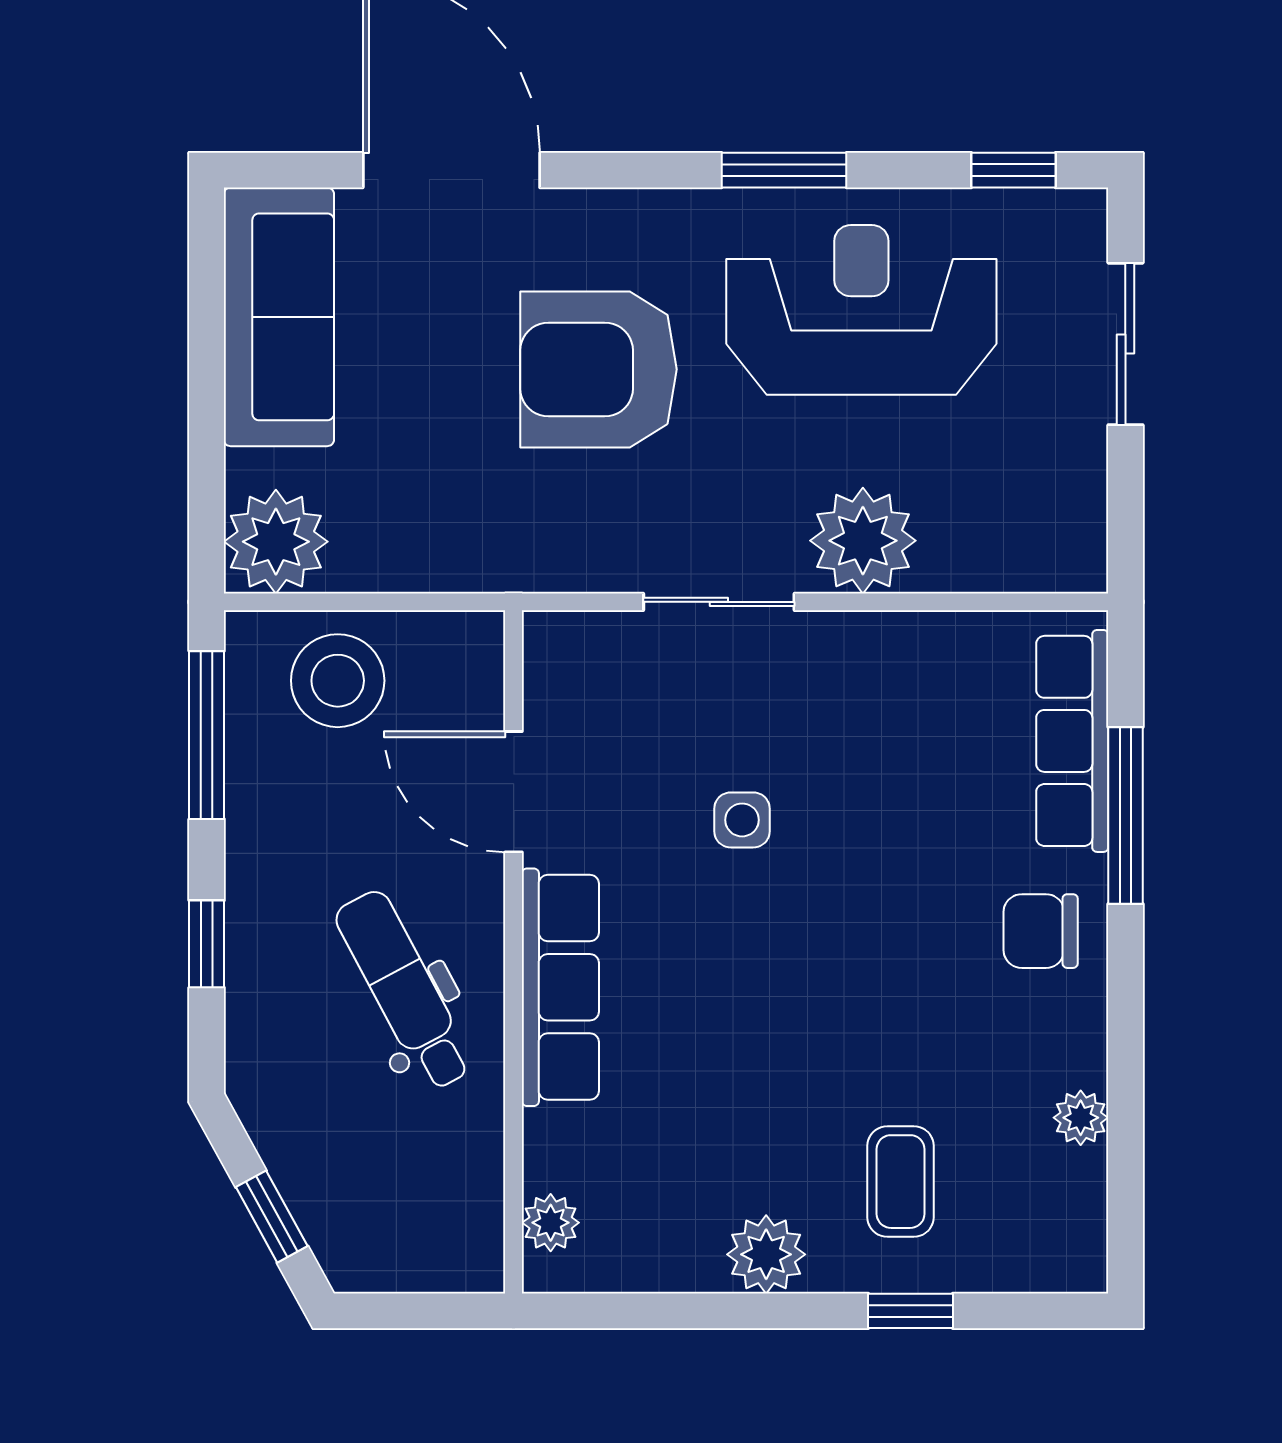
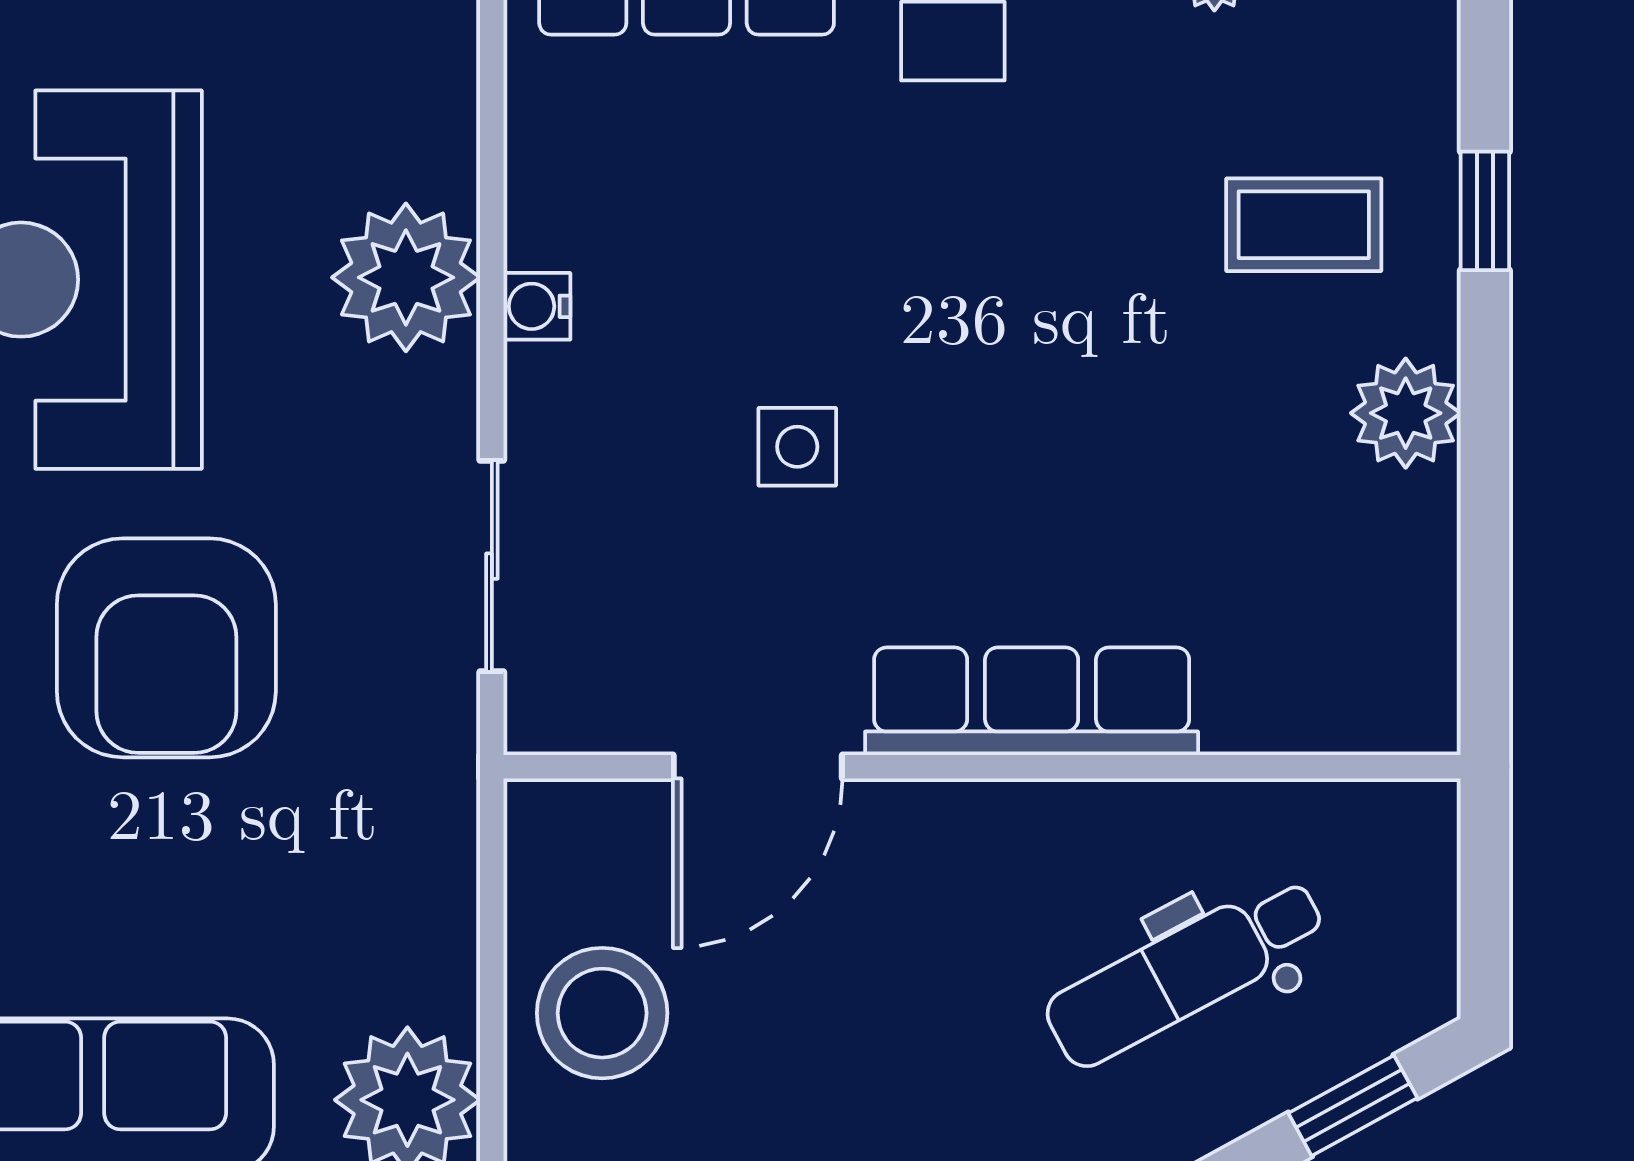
sliding door: (719, 602) -> (492, 566), moved
water cooler: (842, 634) -> (537, 306), added
dental chair: (404, 990) -> (1185, 971), moved
plant: (551, 1223) -> (1361, 715), removed

